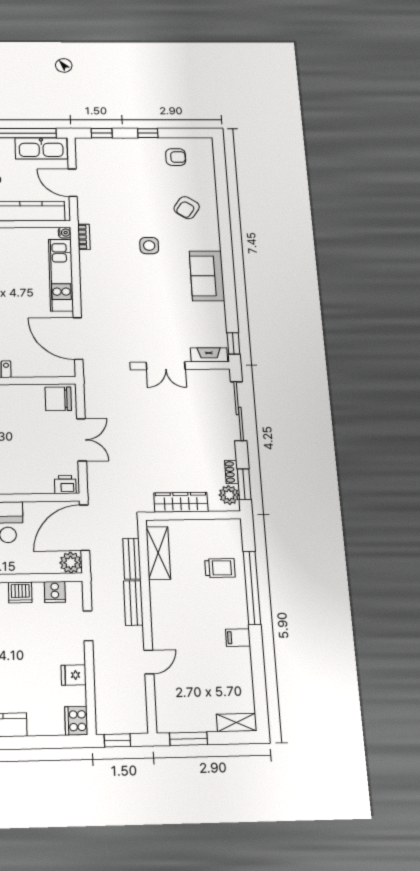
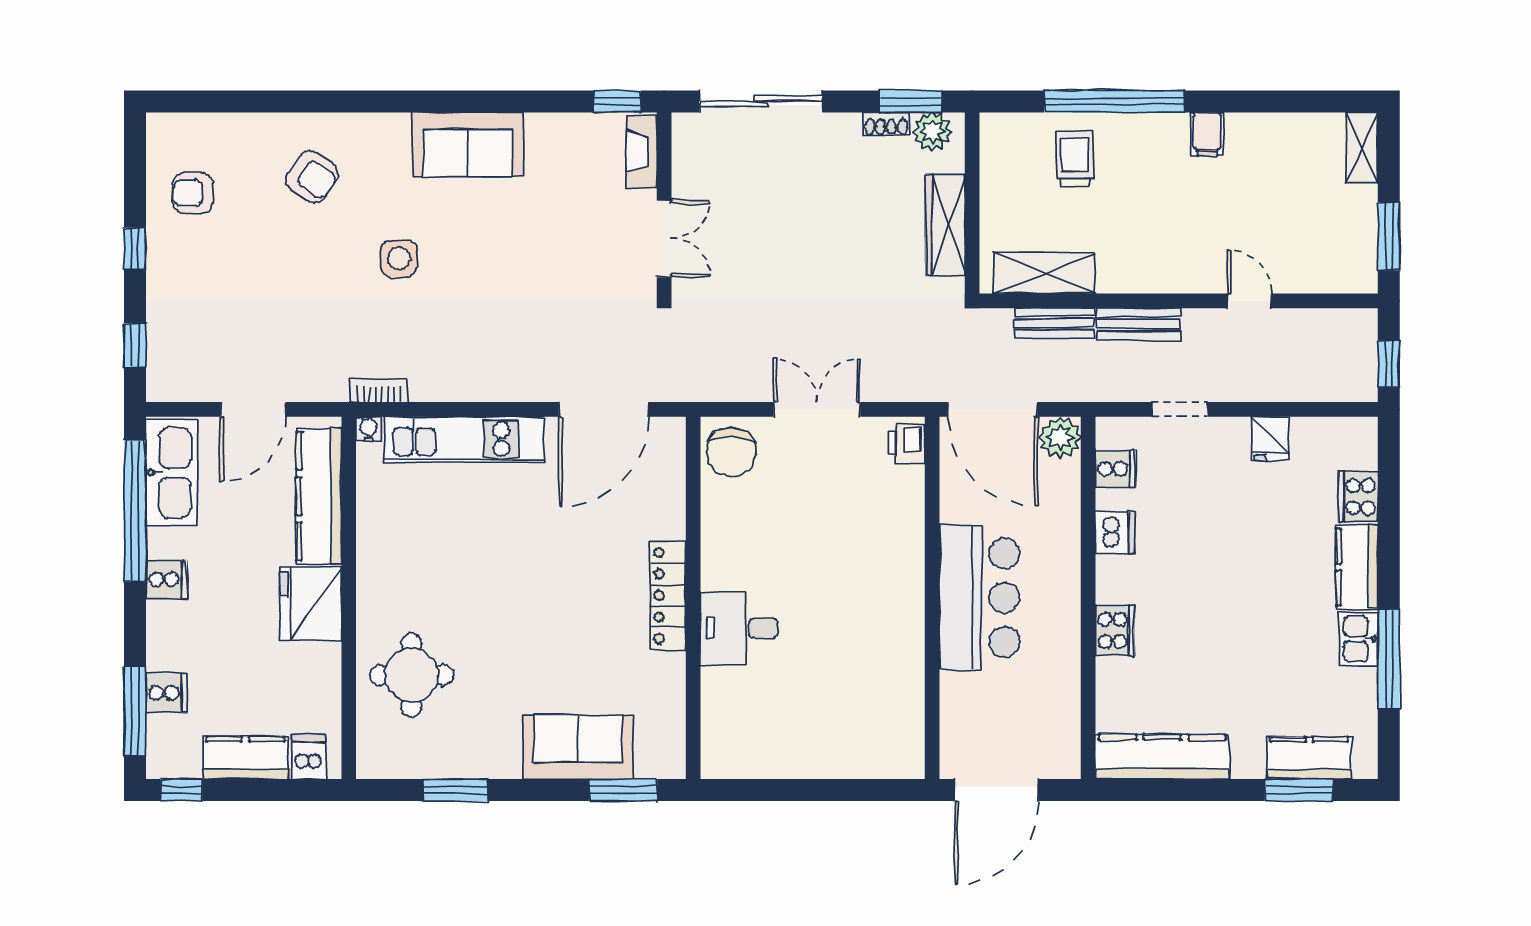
armchair: (176, 157) -> (193, 193), turned -90
cooker: (76, 721) -> (1358, 497), moved, turned 90

